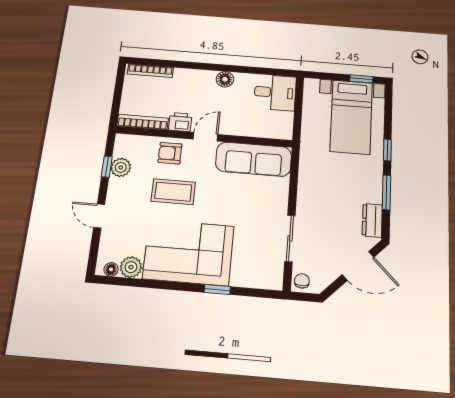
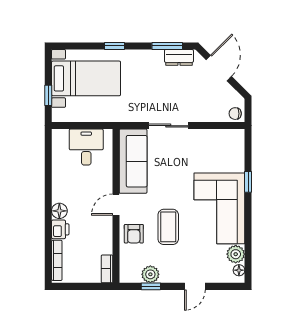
floor lamp: (225, 79) -> (59, 211), moved
window: (361, 79) -> (48, 95), moved
desk: (275, 93) -> (86, 147), moved
bookcase: (143, 122) -> (107, 269), width x0.64
printer: (180, 122) -> (60, 229), moved, turned 180
door: (206, 137) -> (116, 205), hinge flipped
window: (386, 192) -> (167, 46), moved
sliding door: (290, 238) -> (168, 126), moved

